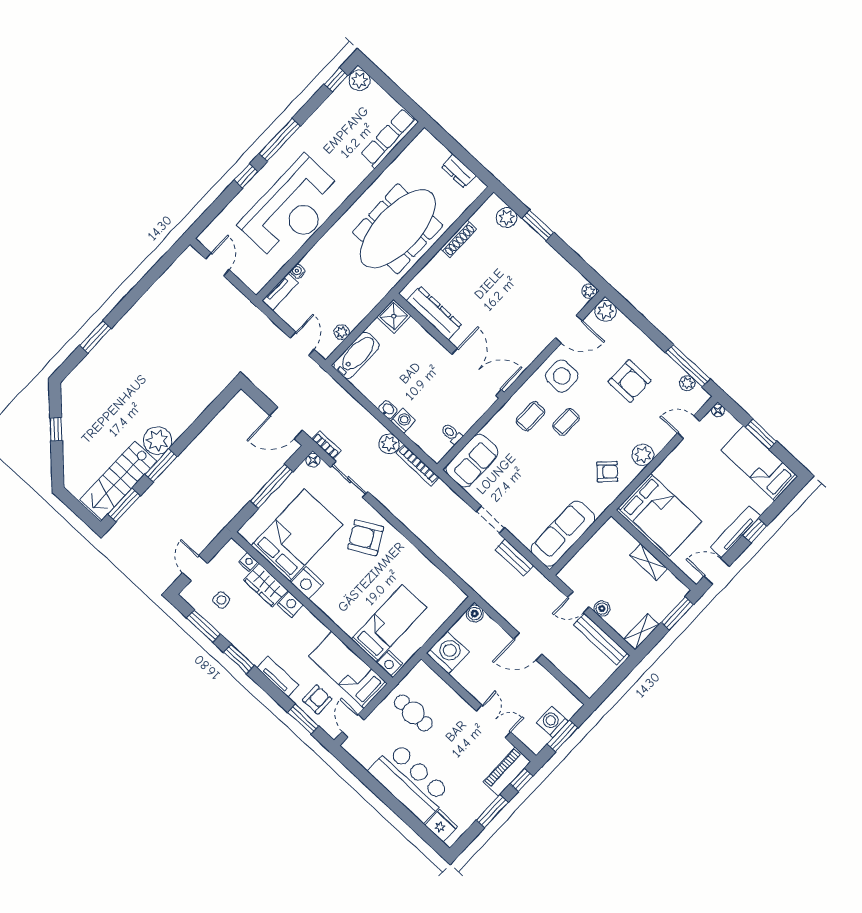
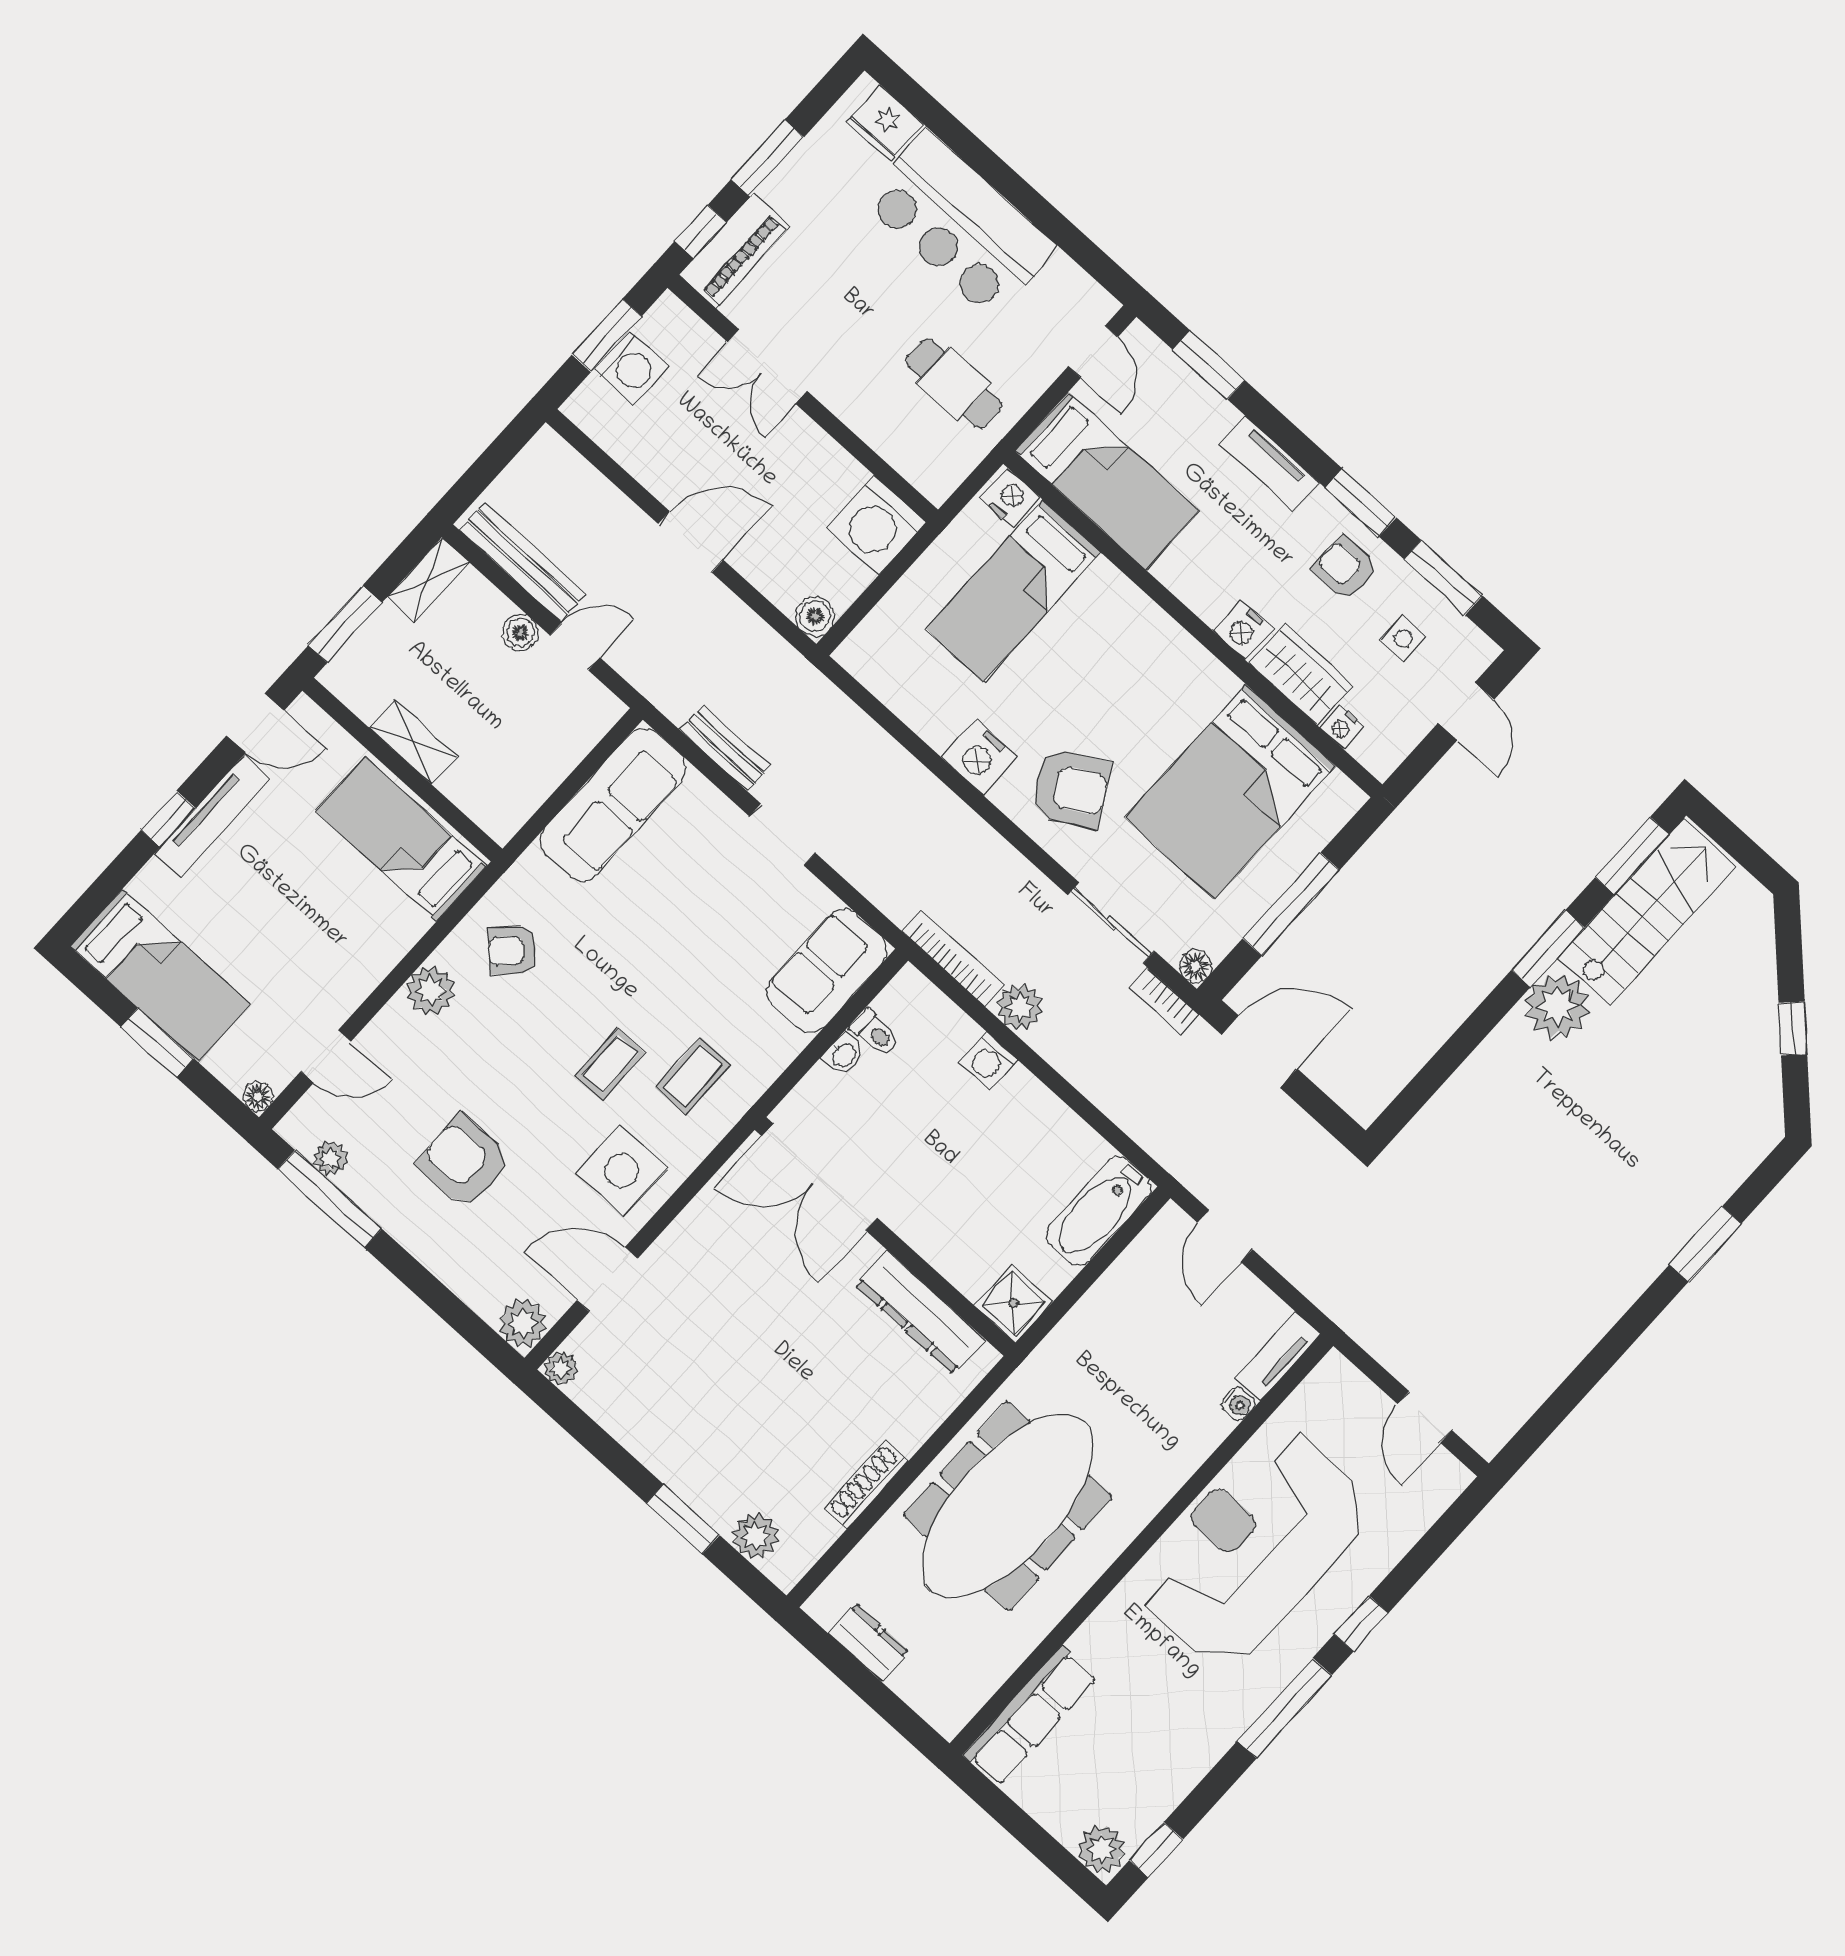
plant: (342, 332) -> (1134, 1264), removed
washbasin: (388, 410) -> (844, 1055), moved, turned -90
bed: (660, 515) -> (401, 839), width x0.67
nightstand: (307, 583) -> (980, 757), moved, turned 180
armchair: (317, 700) -> (1345, 568), moved, turned 90

